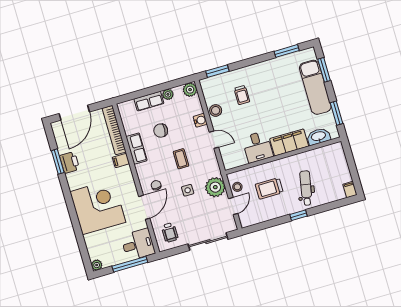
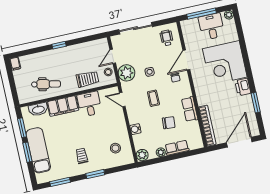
window: (324, 70) -> (27, 152), moved
window: (217, 71) -> (95, 174), moved
trolley: (242, 95) -> (82, 156), moved
stool: (216, 110) -> (115, 148), moved
door: (214, 140) -> (122, 100), moved
filing cabinet: (121, 160) -> (203, 100), removed
printer: (70, 162) -> (243, 87), moved
trolley: (269, 188) -> (88, 79), moved
dental chair: (306, 188) -> (46, 84), moved, turned -90
desk: (138, 245) -> (211, 26), moved, turned 90

